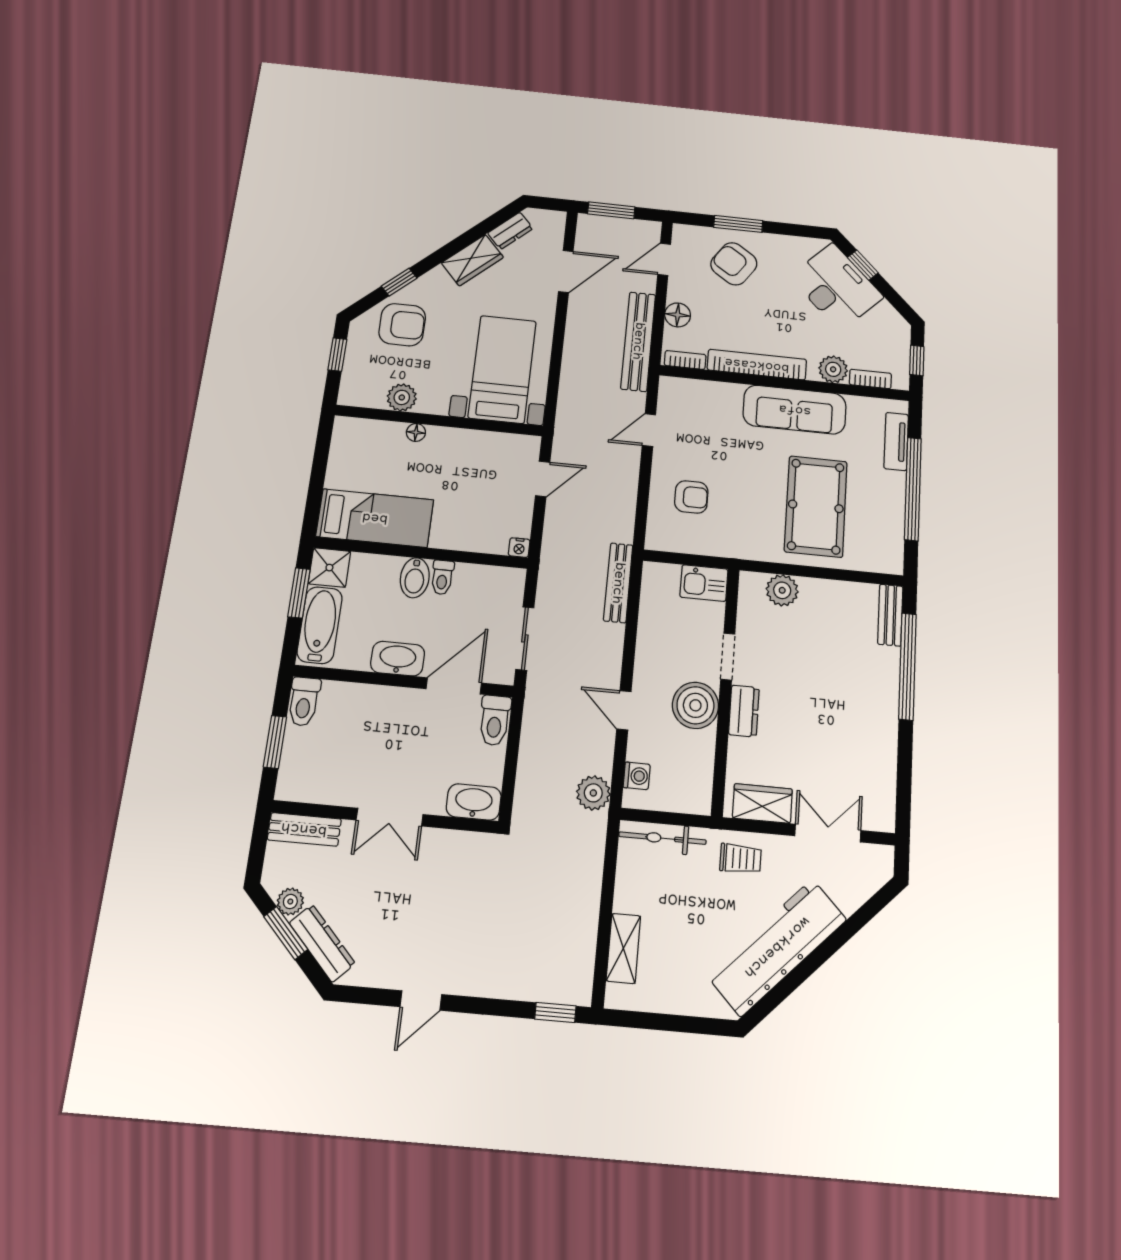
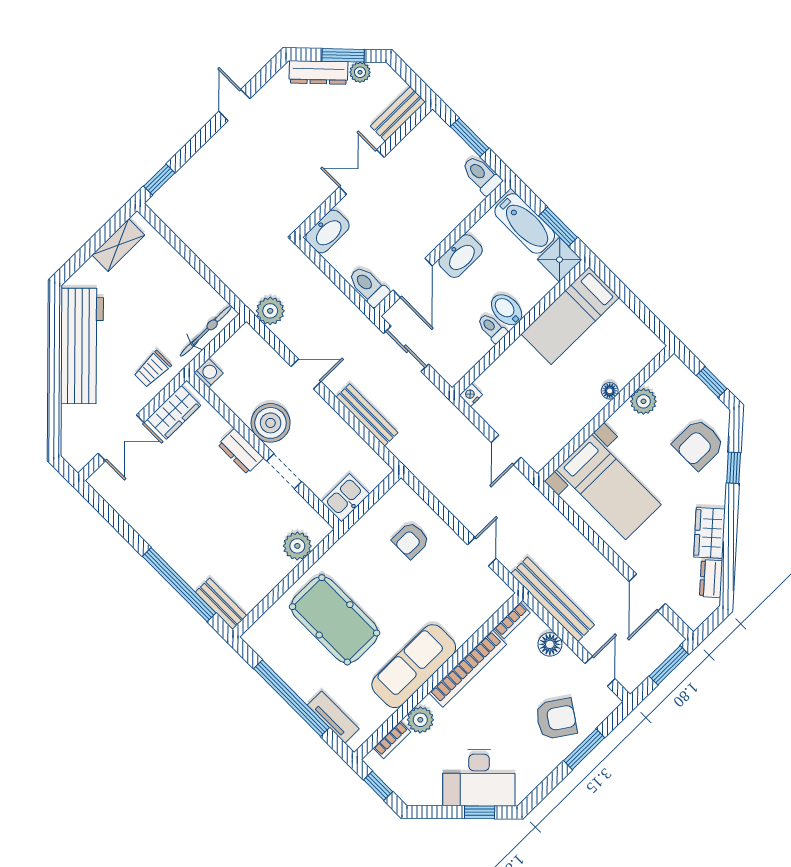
bench: (618, 583) -> (367, 415), moved
washing machine: (637, 776) -> (208, 373), moved, turned 180
shelving: (623, 948) -> (118, 245), moved, turned 90

